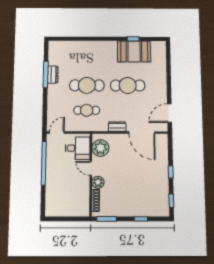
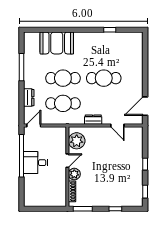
booth: (134, 51) -> (57, 43), moved
dresser: (53, 75) -> (29, 98), moved
cafe table: (87, 110) -> (63, 103), width x1.37, depth x1.35
door: (142, 133) -> (117, 126), width x0.53
desk: (78, 148) -> (36, 163), moved, turned 180
door: (91, 168) -> (67, 161), swing flipped

